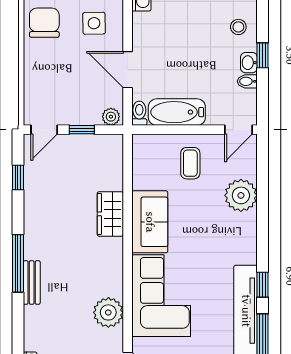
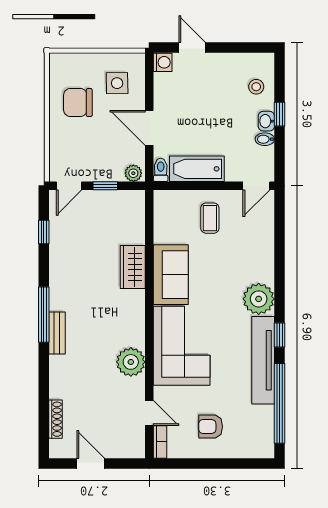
chair: (44, 23) -> (78, 103), moved, turned -90
plant: (241, 195) -> (259, 299), moved

